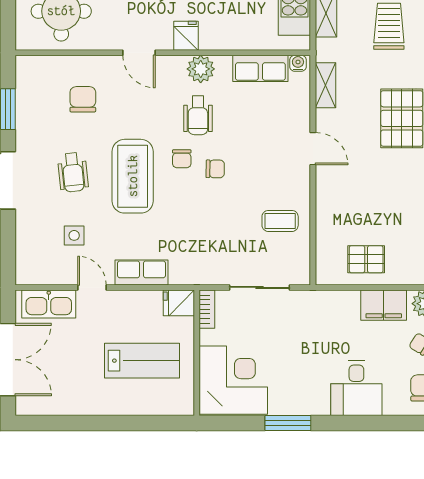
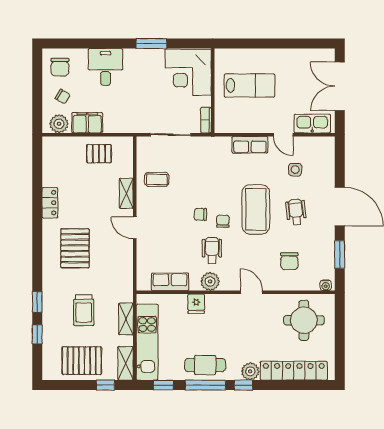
fridge: (186, 36) -> (196, 304), moved
water cooler: (298, 63) -> (326, 285), moved
shelving: (325, 85) -> (126, 193), moved
fridge: (179, 303) -> (225, 124), removed
lab bench: (142, 361) -> (250, 86), turned 180

